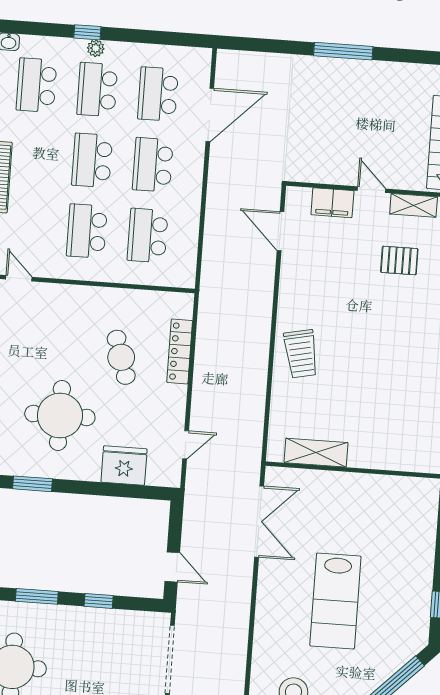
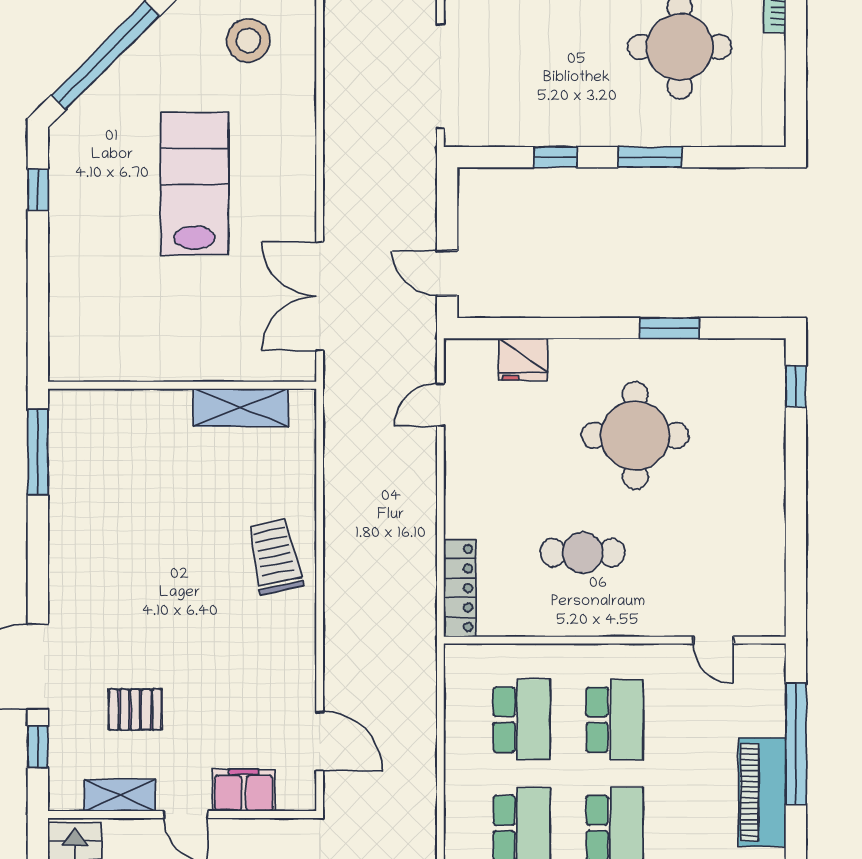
locker: (180, 351) -> (460, 588), moved
cafe table: (121, 357) -> (583, 553), moved, turned -72
fridge: (124, 466) -> (523, 359), width x0.73, depth x0.75
door: (172, 567) -> (447, 273), moved

